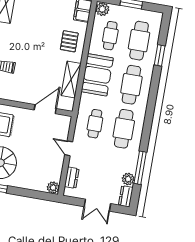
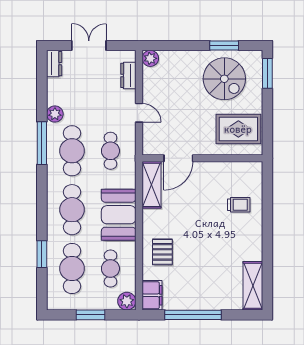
shelving: (71, 79) -> (151, 185), moved
window: (140, 168) -> (42, 143), moved
plant: (128, 179) -> (55, 114), moved

